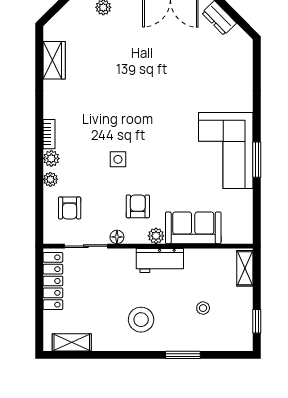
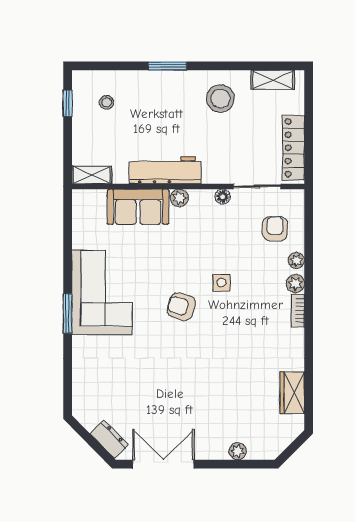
window: (257, 160) -> (68, 314), moved
armchair: (138, 206) -> (181, 307), moved, turned 106
workbench: (160, 261) -> (165, 170), width x1.38
shelving: (245, 268) -> (92, 175), moved, turned 90
stool: (203, 308) -> (107, 102), moved
stool: (141, 320) -> (220, 98), moved
window: (183, 355) -> (167, 66), moved

